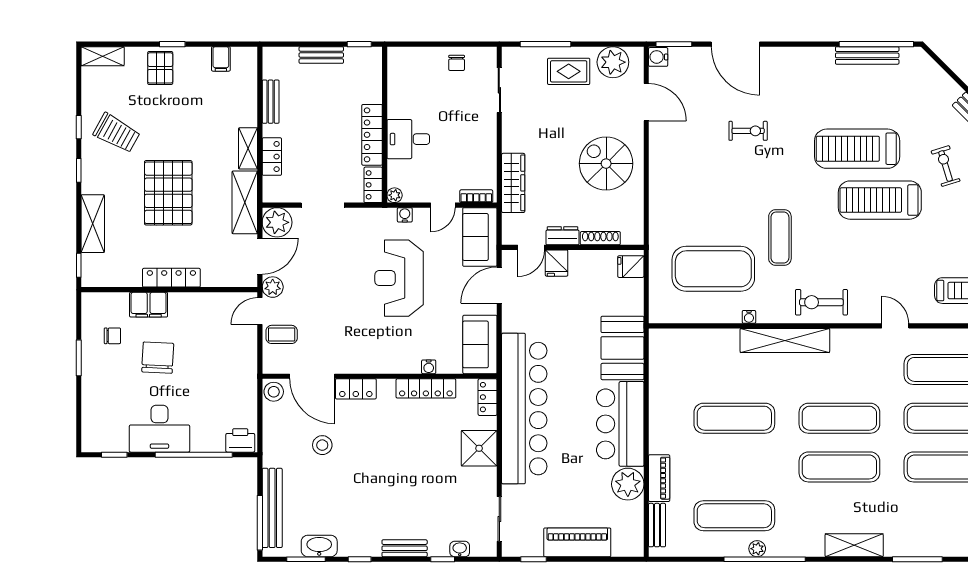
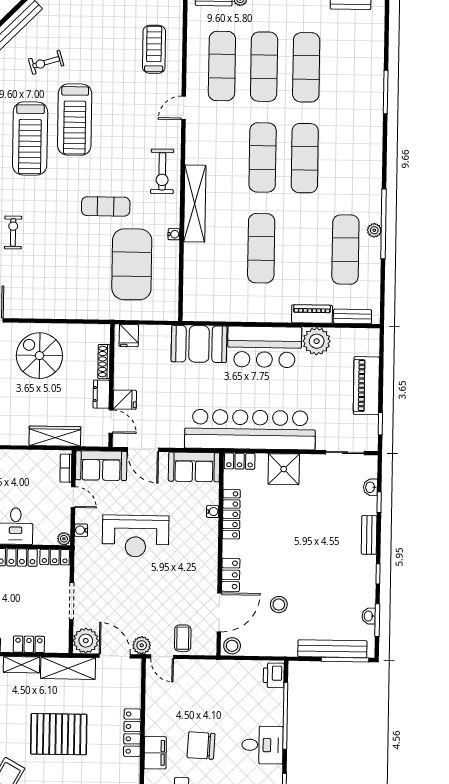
spiral stairs: (606, 164) -> (39, 356), turned 90
desk: (159, 429) -> (262, 745), width x0.73
shelving: (854, 545) -> (373, 146), removed
washbasin: (319, 546) -> (369, 616), width x0.52, depth x0.69

